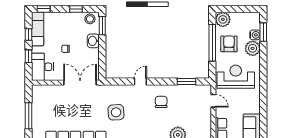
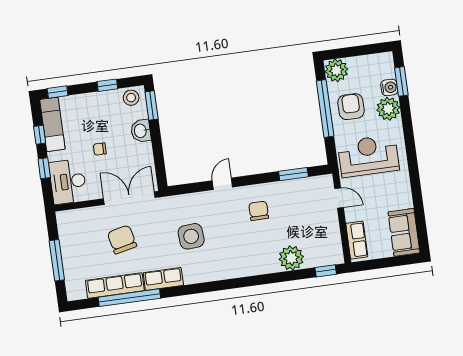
chair: (72, 108) -> (122, 239), added

